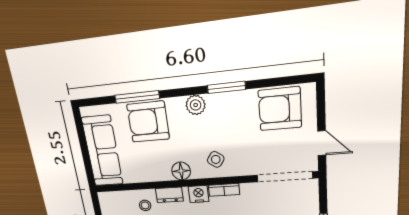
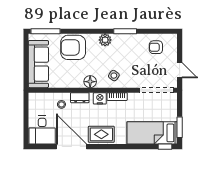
window: (137, 97) -> (45, 31), moved
armchair: (280, 109) -> (156, 47), width x0.53, depth x0.53

